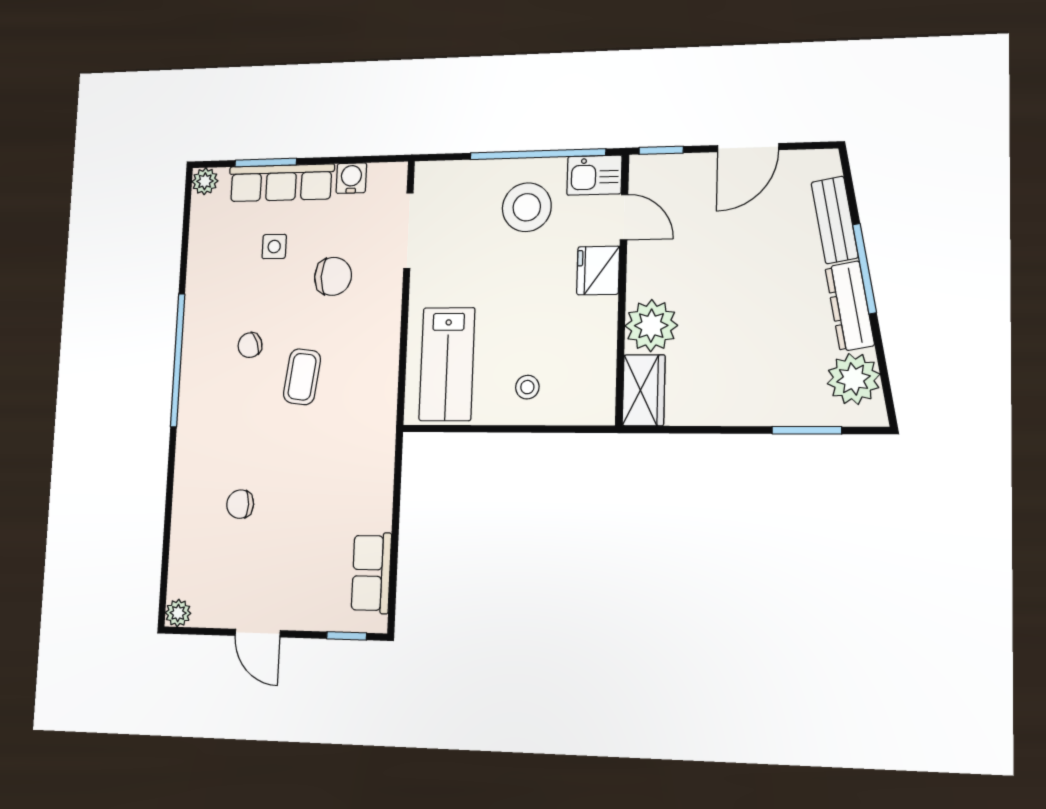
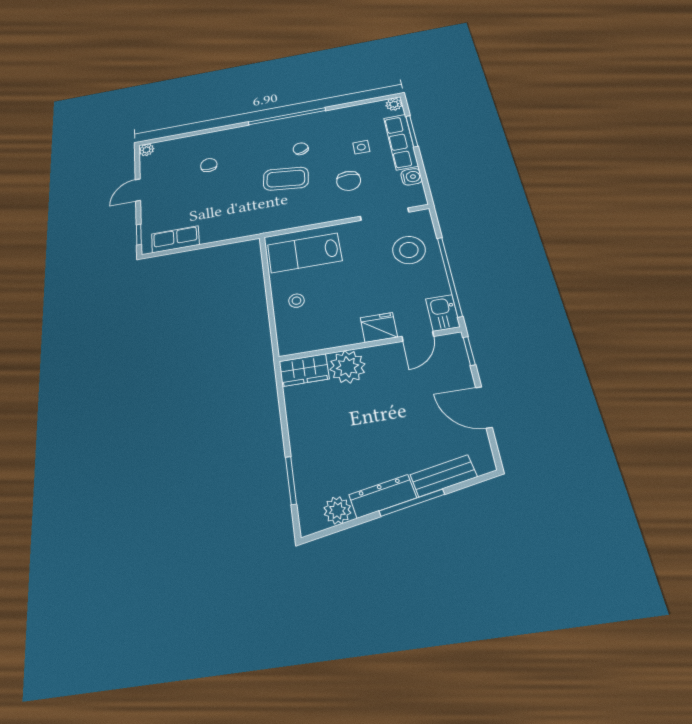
stool: (527, 207) -> (409, 250), moved
coffee table: (302, 377) -> (286, 179), width x1.36, depth x1.30
plant: (854, 379) -> (337, 510), width x0.73, depth x0.73

